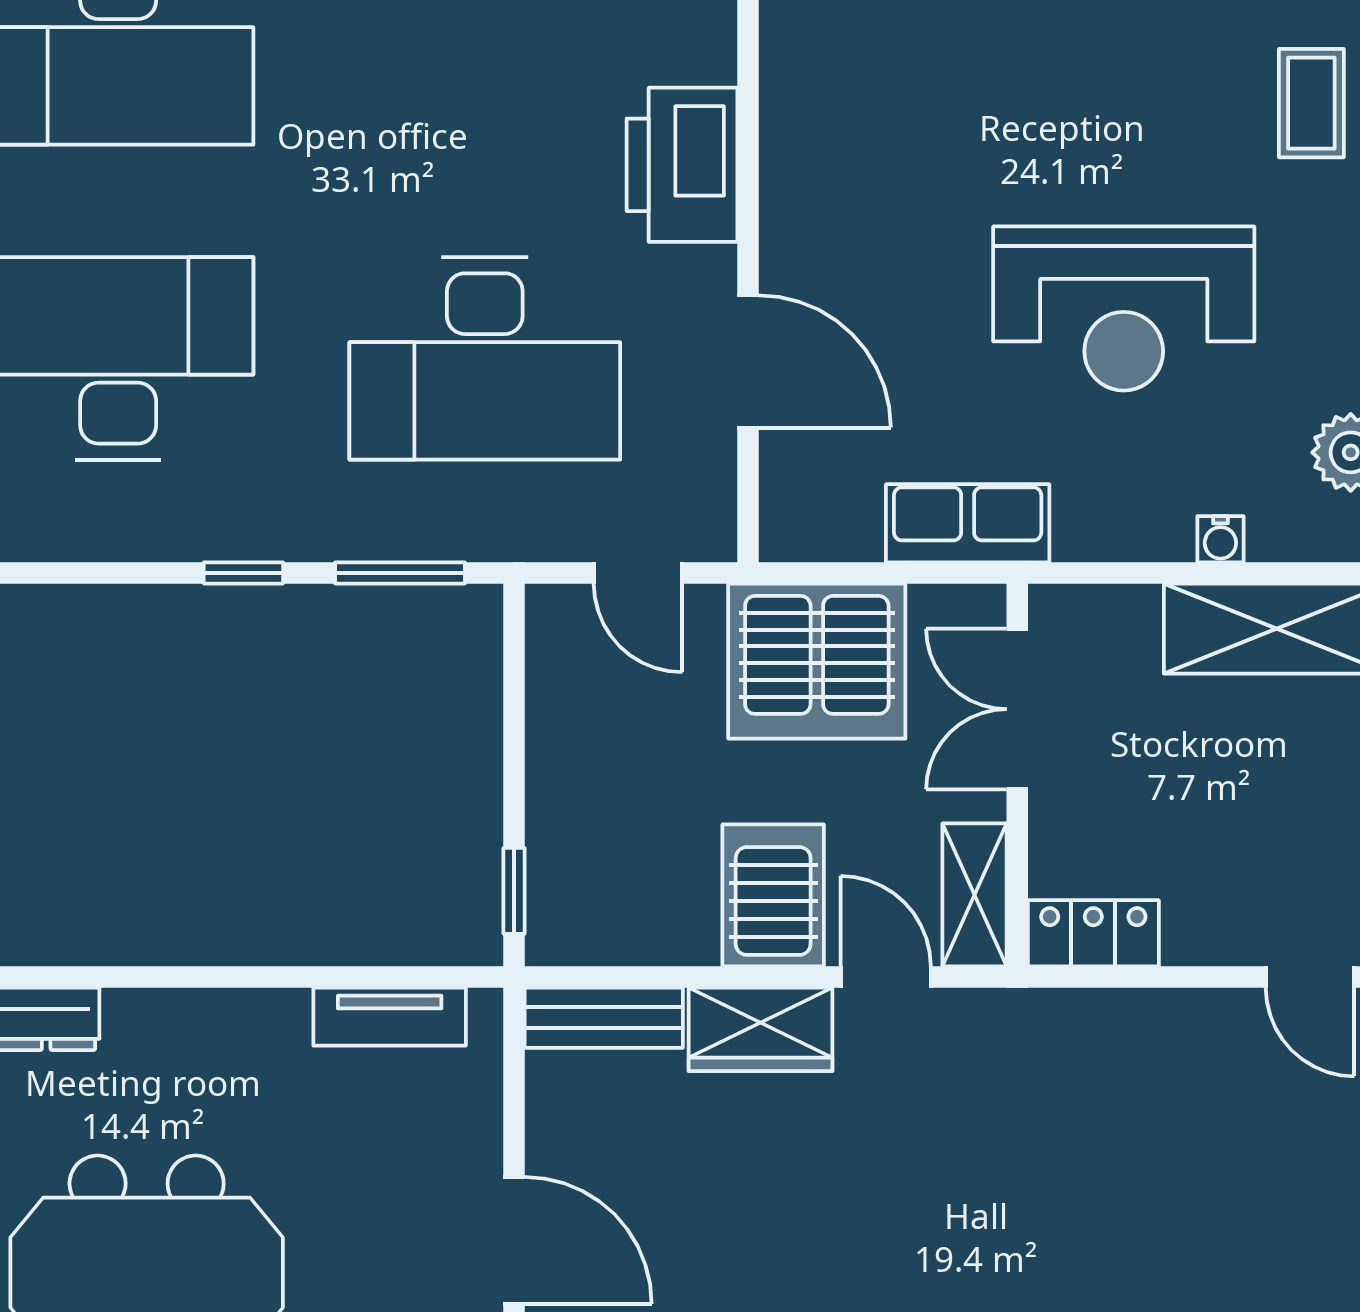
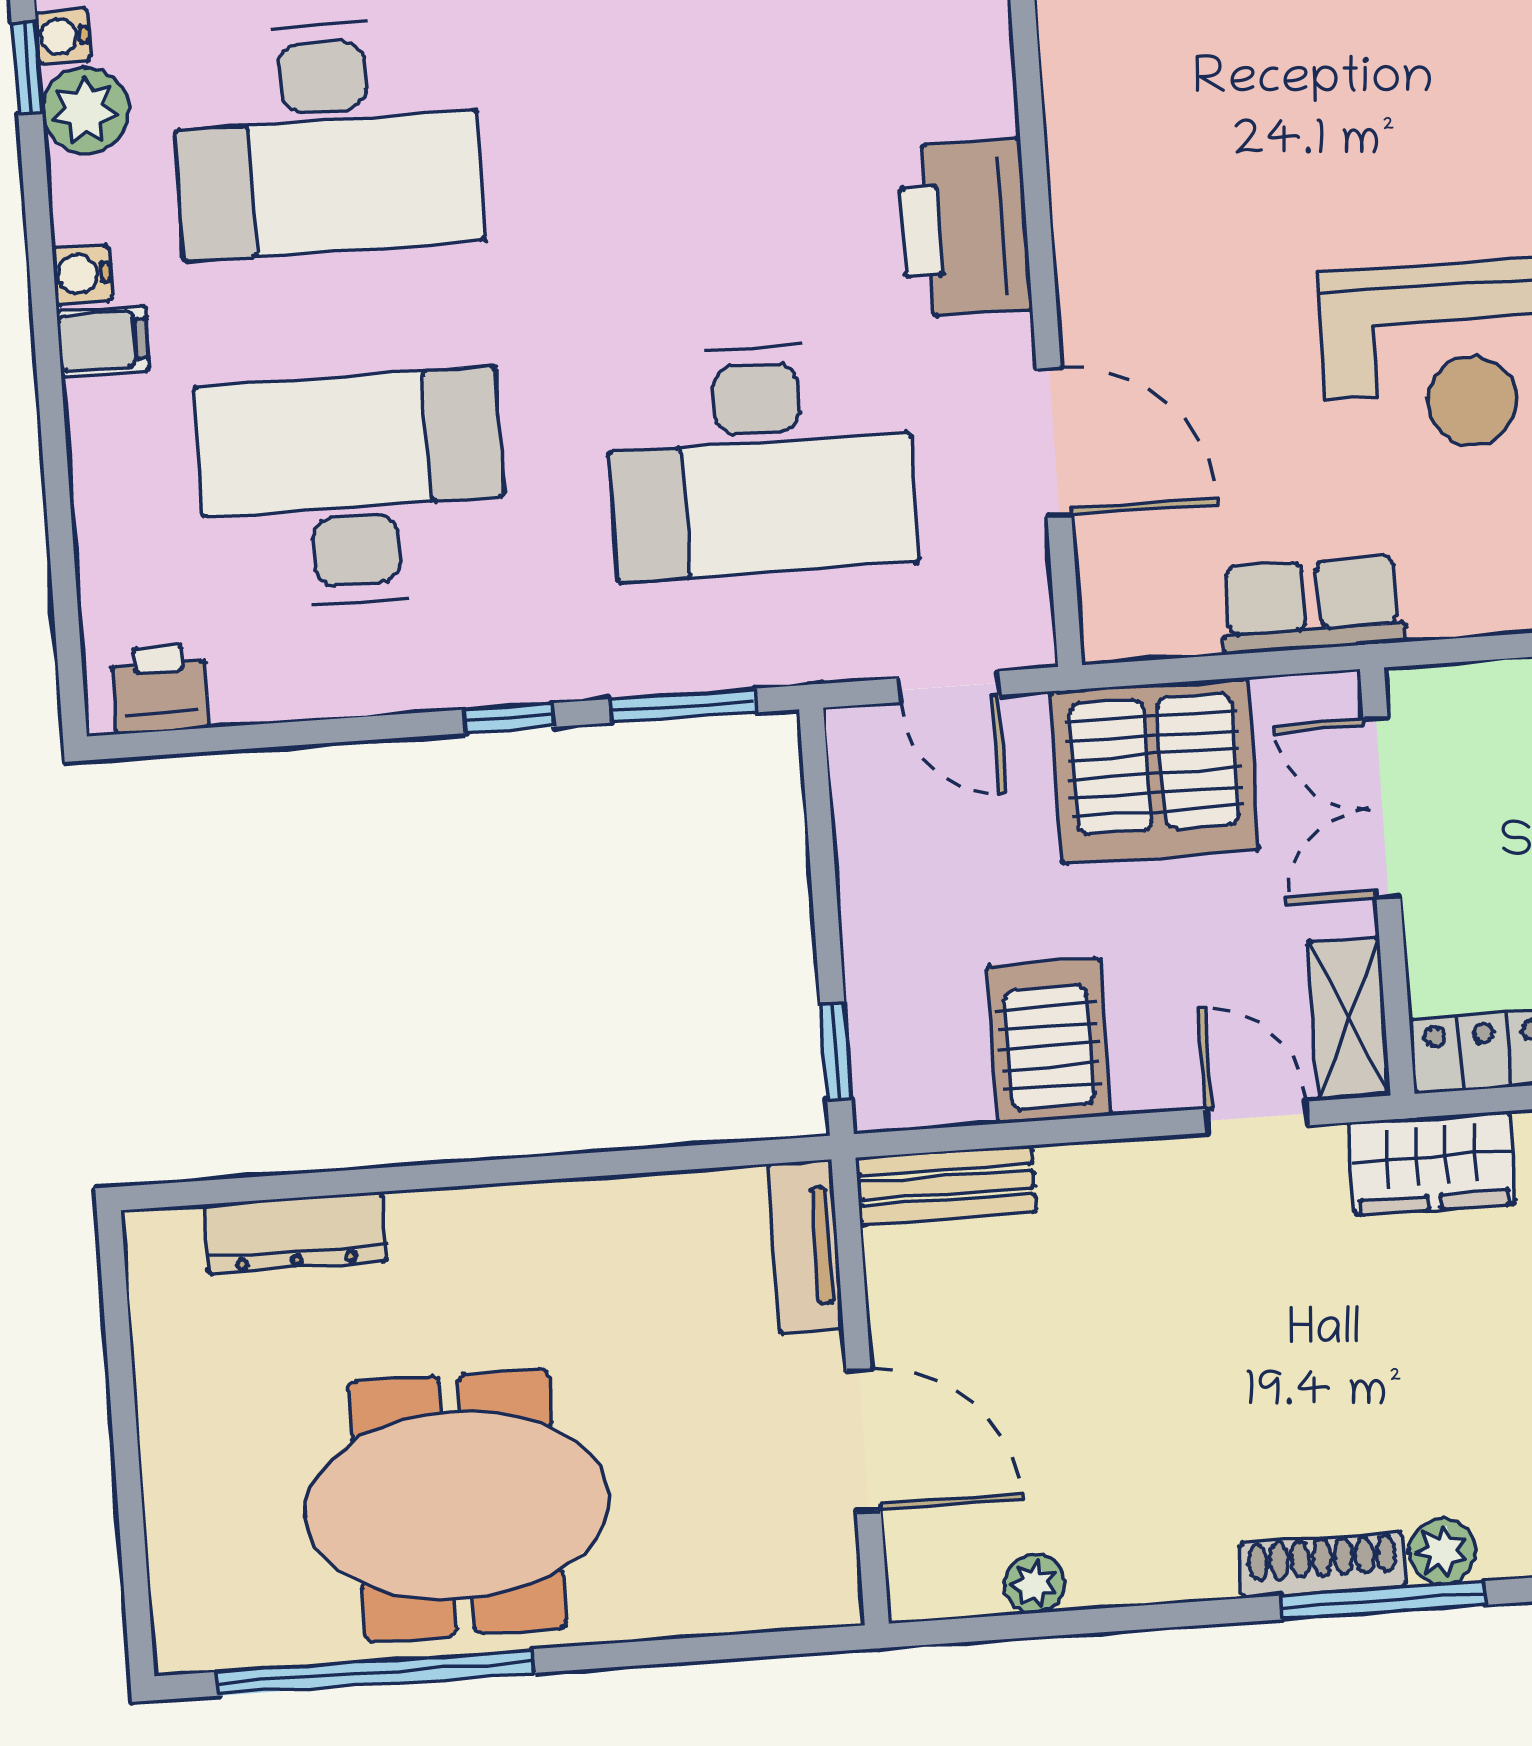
server rack: (773, 895) -> (1049, 1041), moved
tv unit: (390, 1017) -> (805, 1247), moved, turned 90
wardrobe: (760, 1029) -> (1432, 1163), moved

